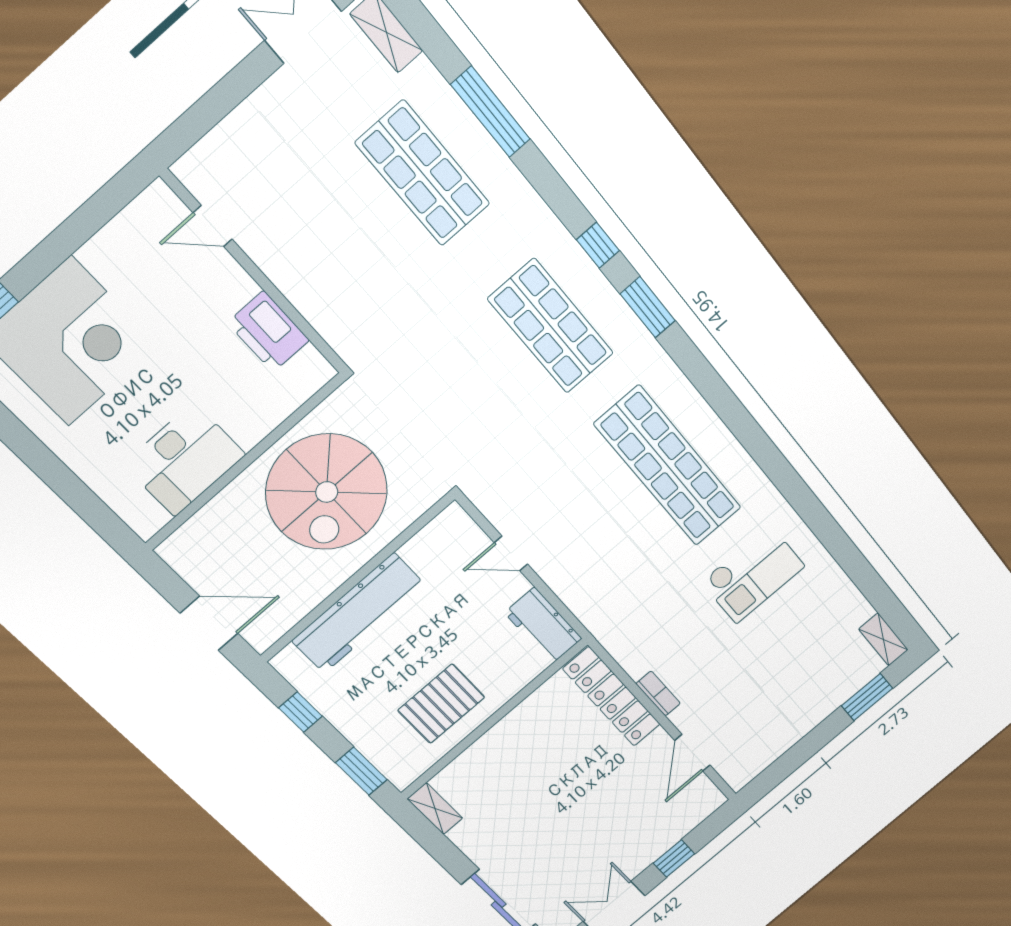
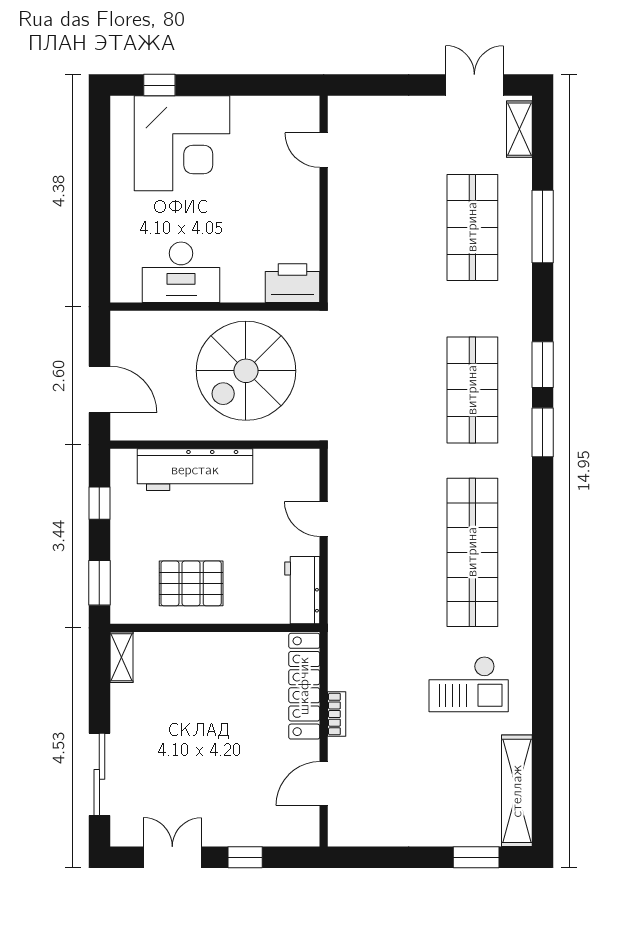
window: (598, 245) -> (543, 365), width x1.50
printer: (268, 332) -> (293, 283), moved, turned 90
shelving: (883, 639) -> (517, 791), width x2.20, depth x1.33

